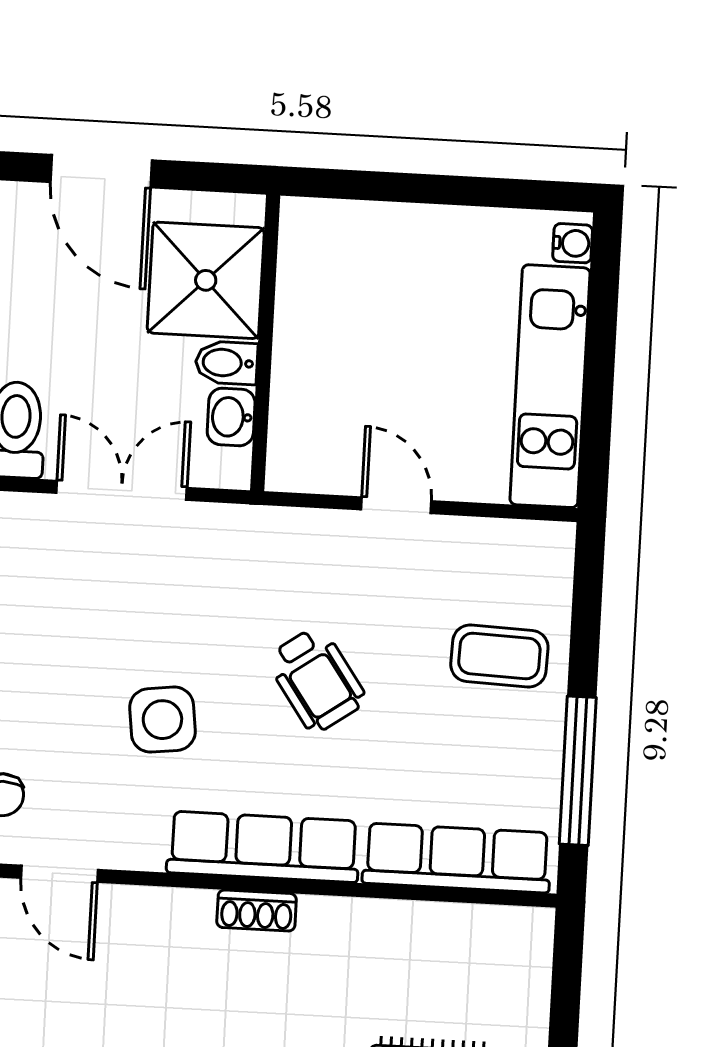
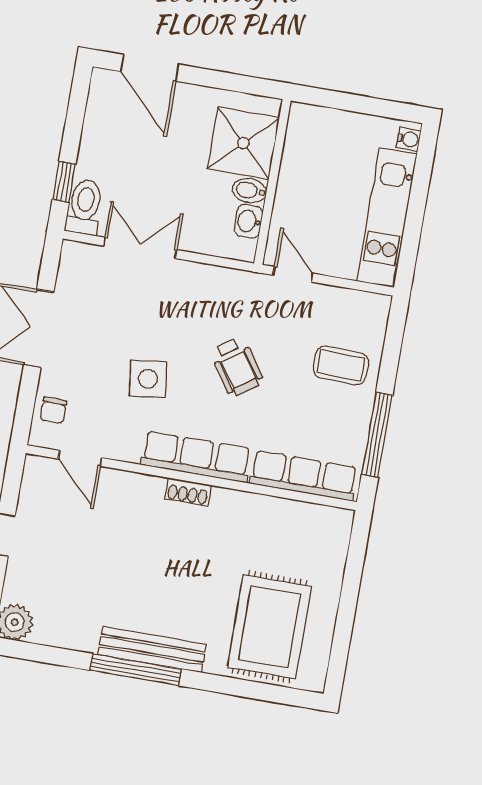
shower: (206, 280) -> (243, 143), moved
wall: (265, 343) -> (272, 182), moved
bidet: (226, 363) -> (249, 191), moved
washbasin: (231, 417) -> (248, 221), moved

